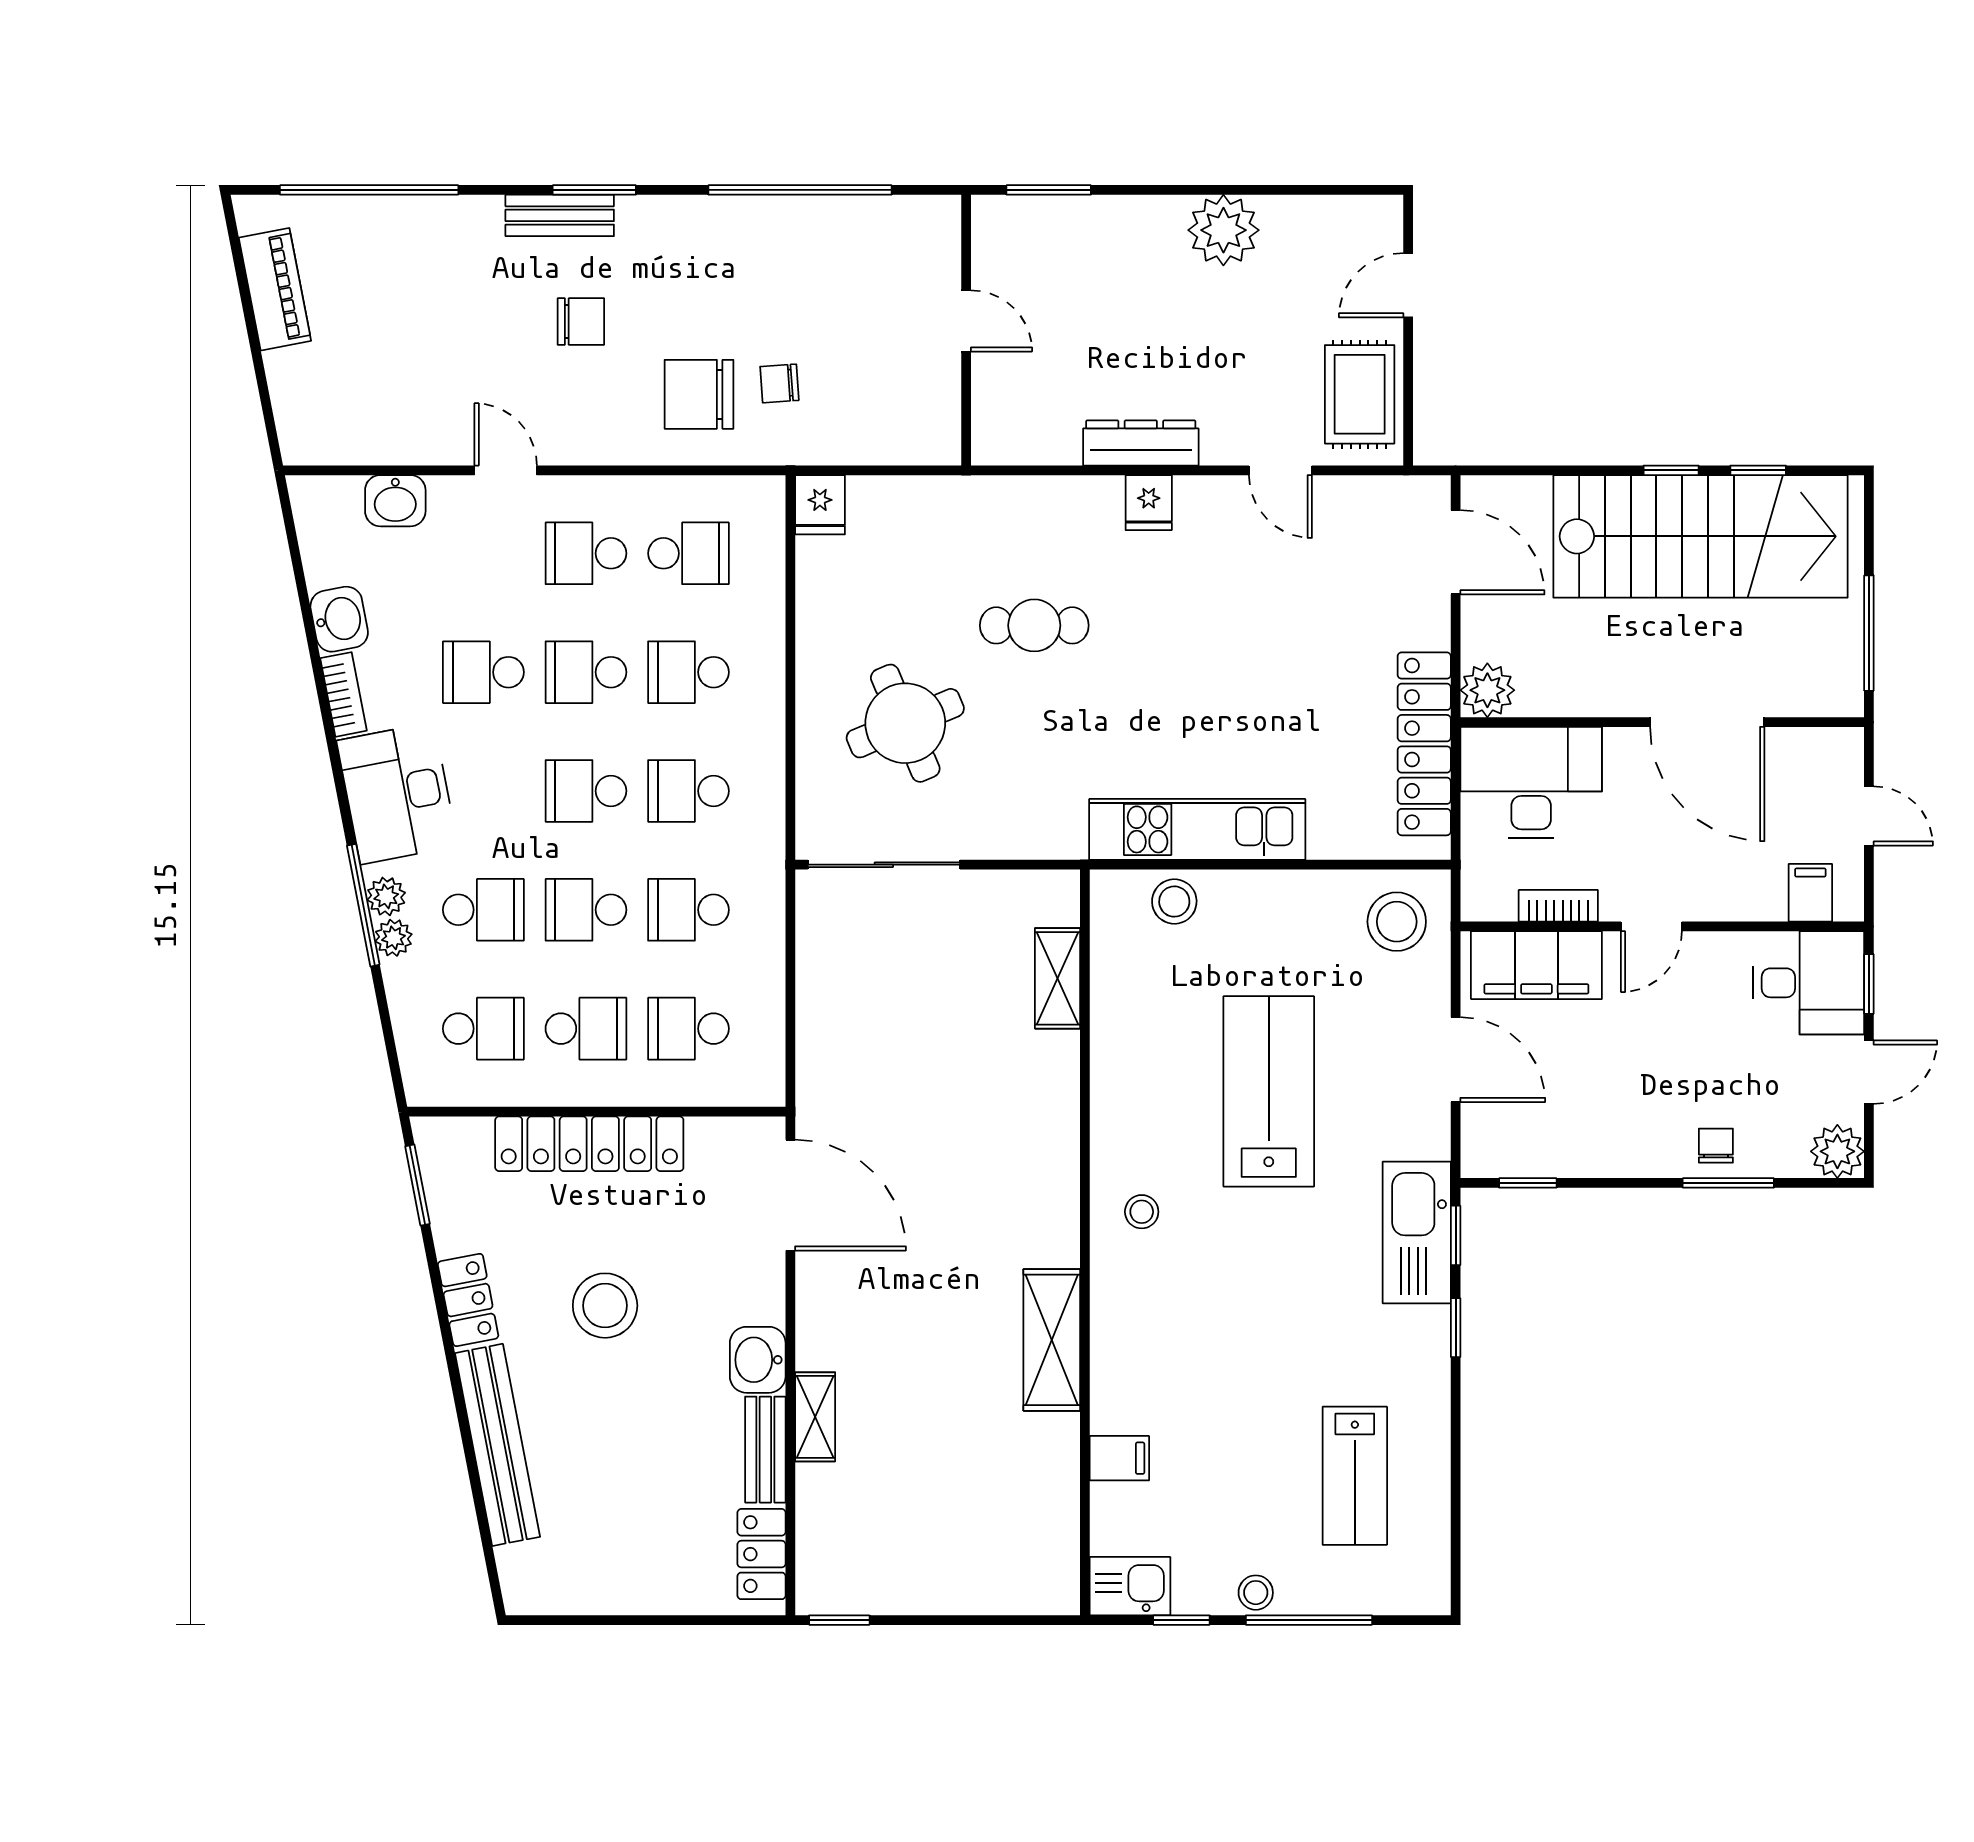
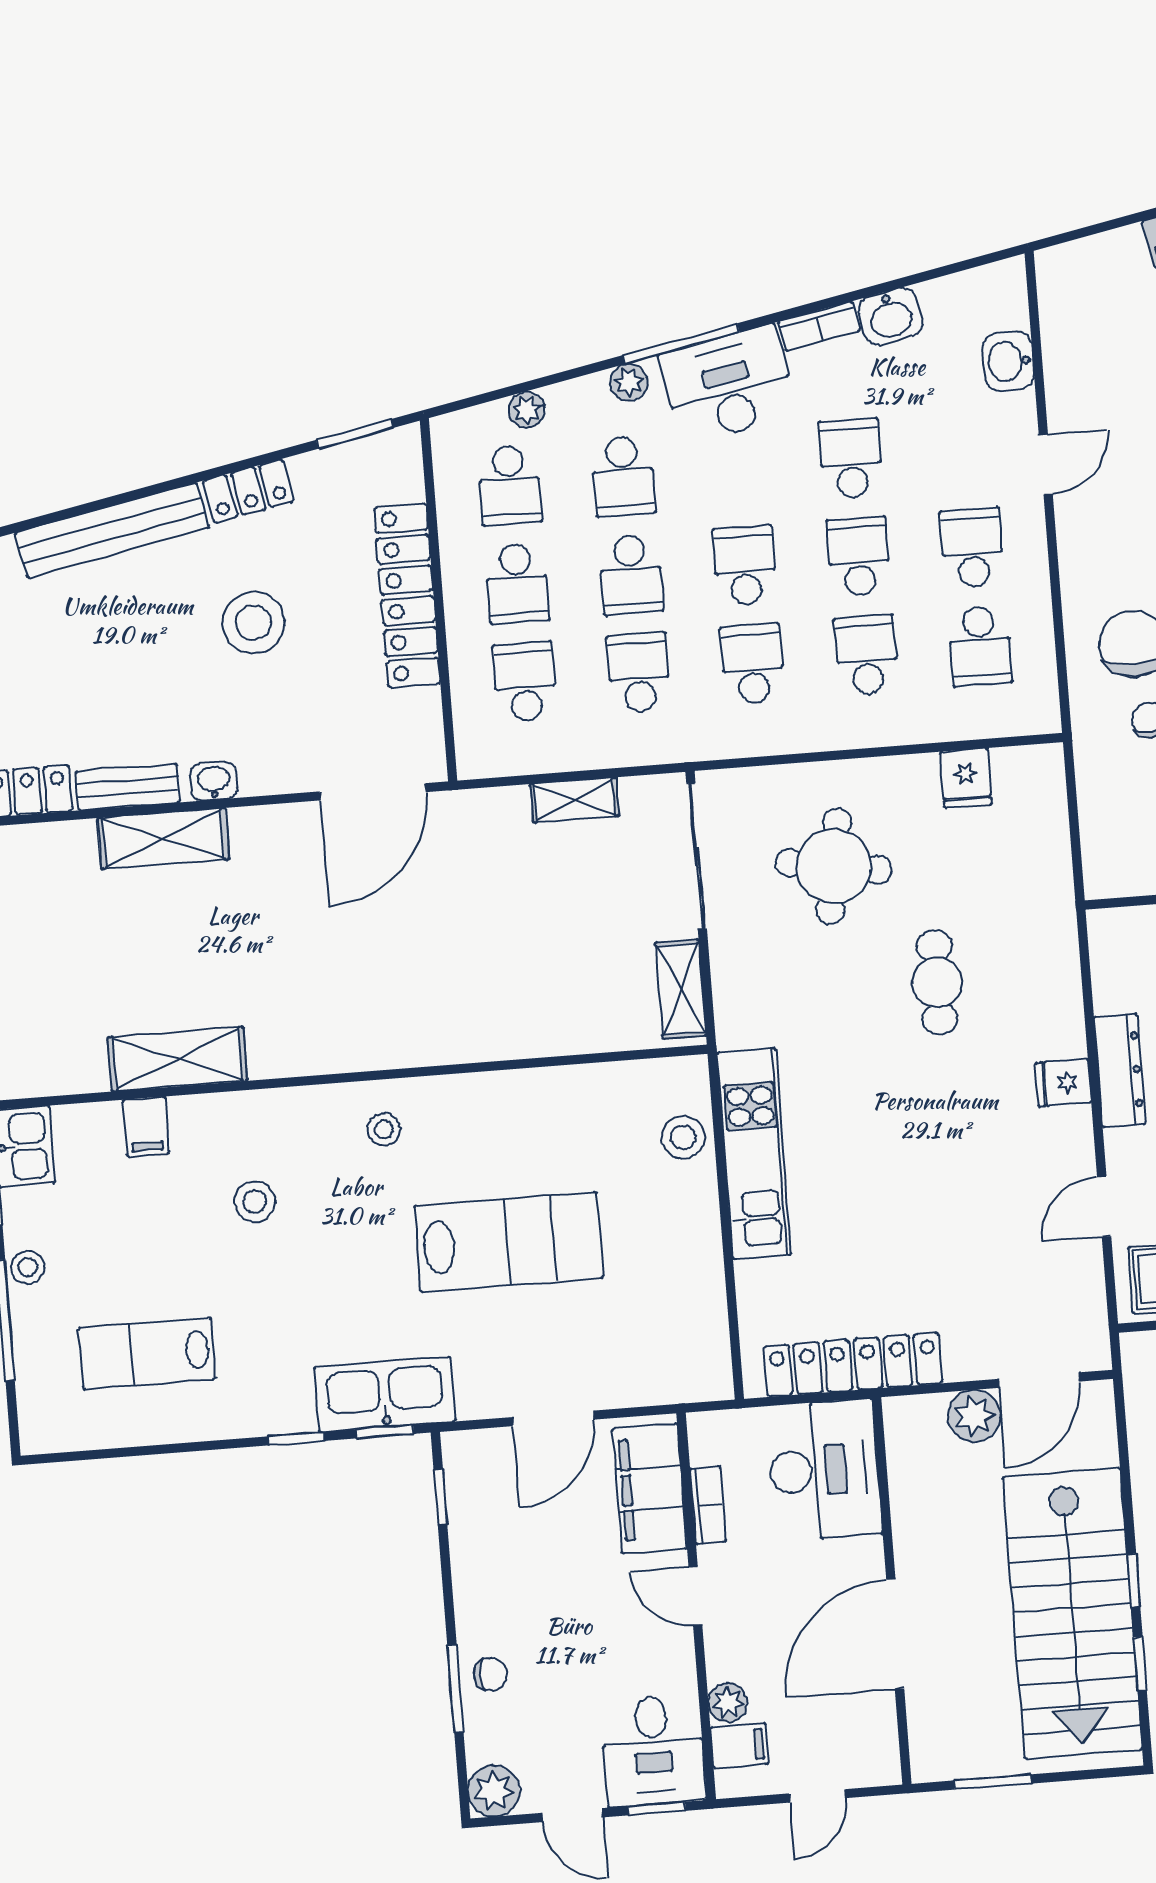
fridge: (820, 505) -> (966, 778), moved, turned -90
window: (1869, 633) -> (993, 1782), width x0.69
plant: (1487, 690) -> (974, 1416), moved
round table: (905, 723) -> (834, 866), turned 32
plant: (1765, 901) -> (728, 1702), added
window: (363, 905) -> (681, 344), moved
school desk: (586, 910) -> (631, 575), turned 180
stool: (1397, 922) -> (255, 1202), moved, width x0.73, depth x0.73
plant: (393, 938) -> (527, 410), moved
shelving: (1058, 978) -> (681, 989), moved, turned 90
shelving: (815, 987) -> (574, 800), added
shelving: (1052, 1340) -> (178, 1059), moved
washbasin: (758, 1360) -> (214, 781), width x0.72, depth x0.69
shelving: (815, 1417) -> (163, 839), width x1.50, depth x1.33

